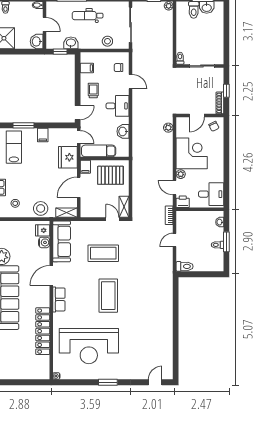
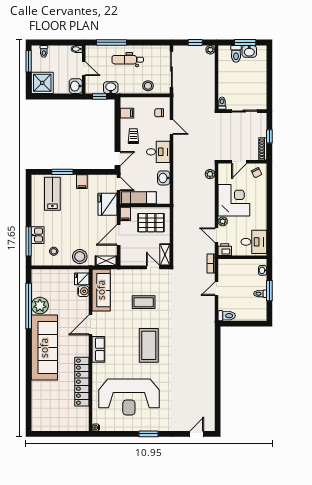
coffee table: (103, 253) -> (144, 302), width x0.73, depth x0.76

